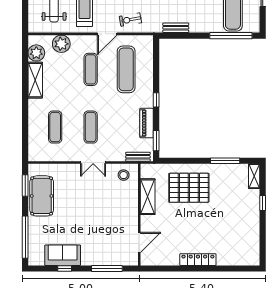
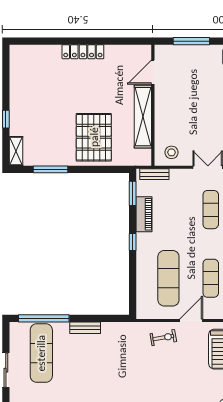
bench: (176, 28) -> (85, 328), moved
pallet: (189, 188) -> (94, 137), turned 90
shelving: (148, 197) -> (143, 117), width x1.47

